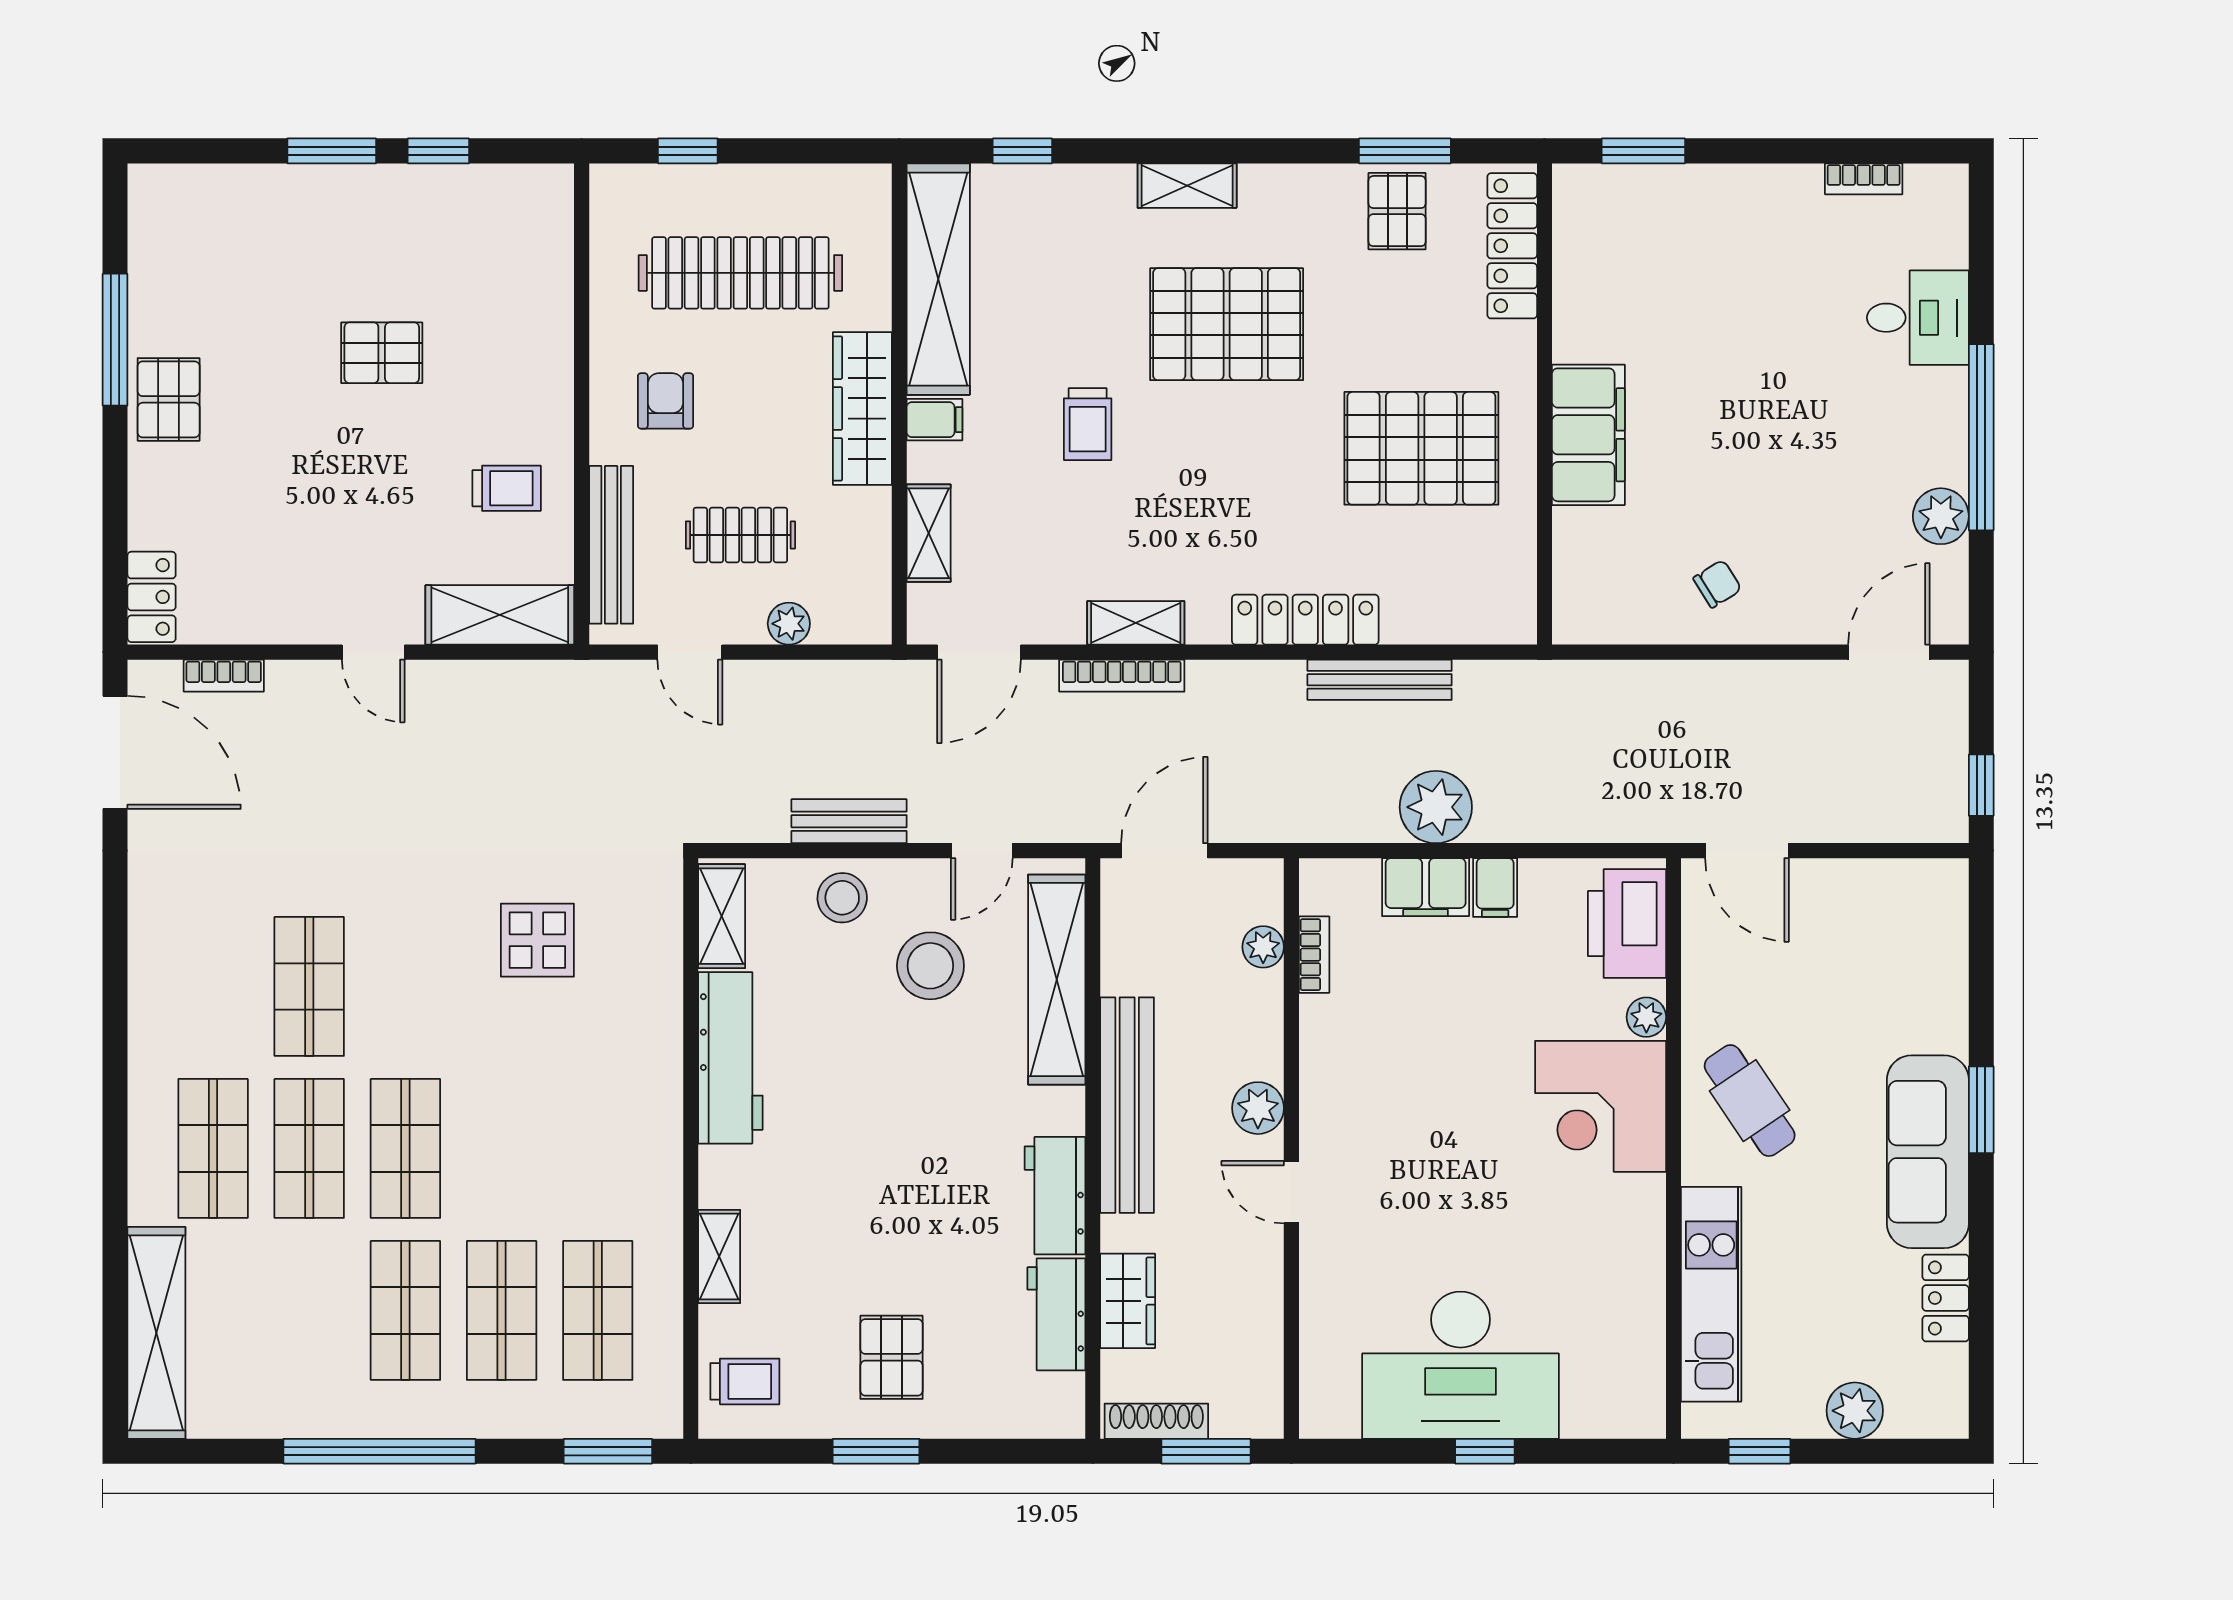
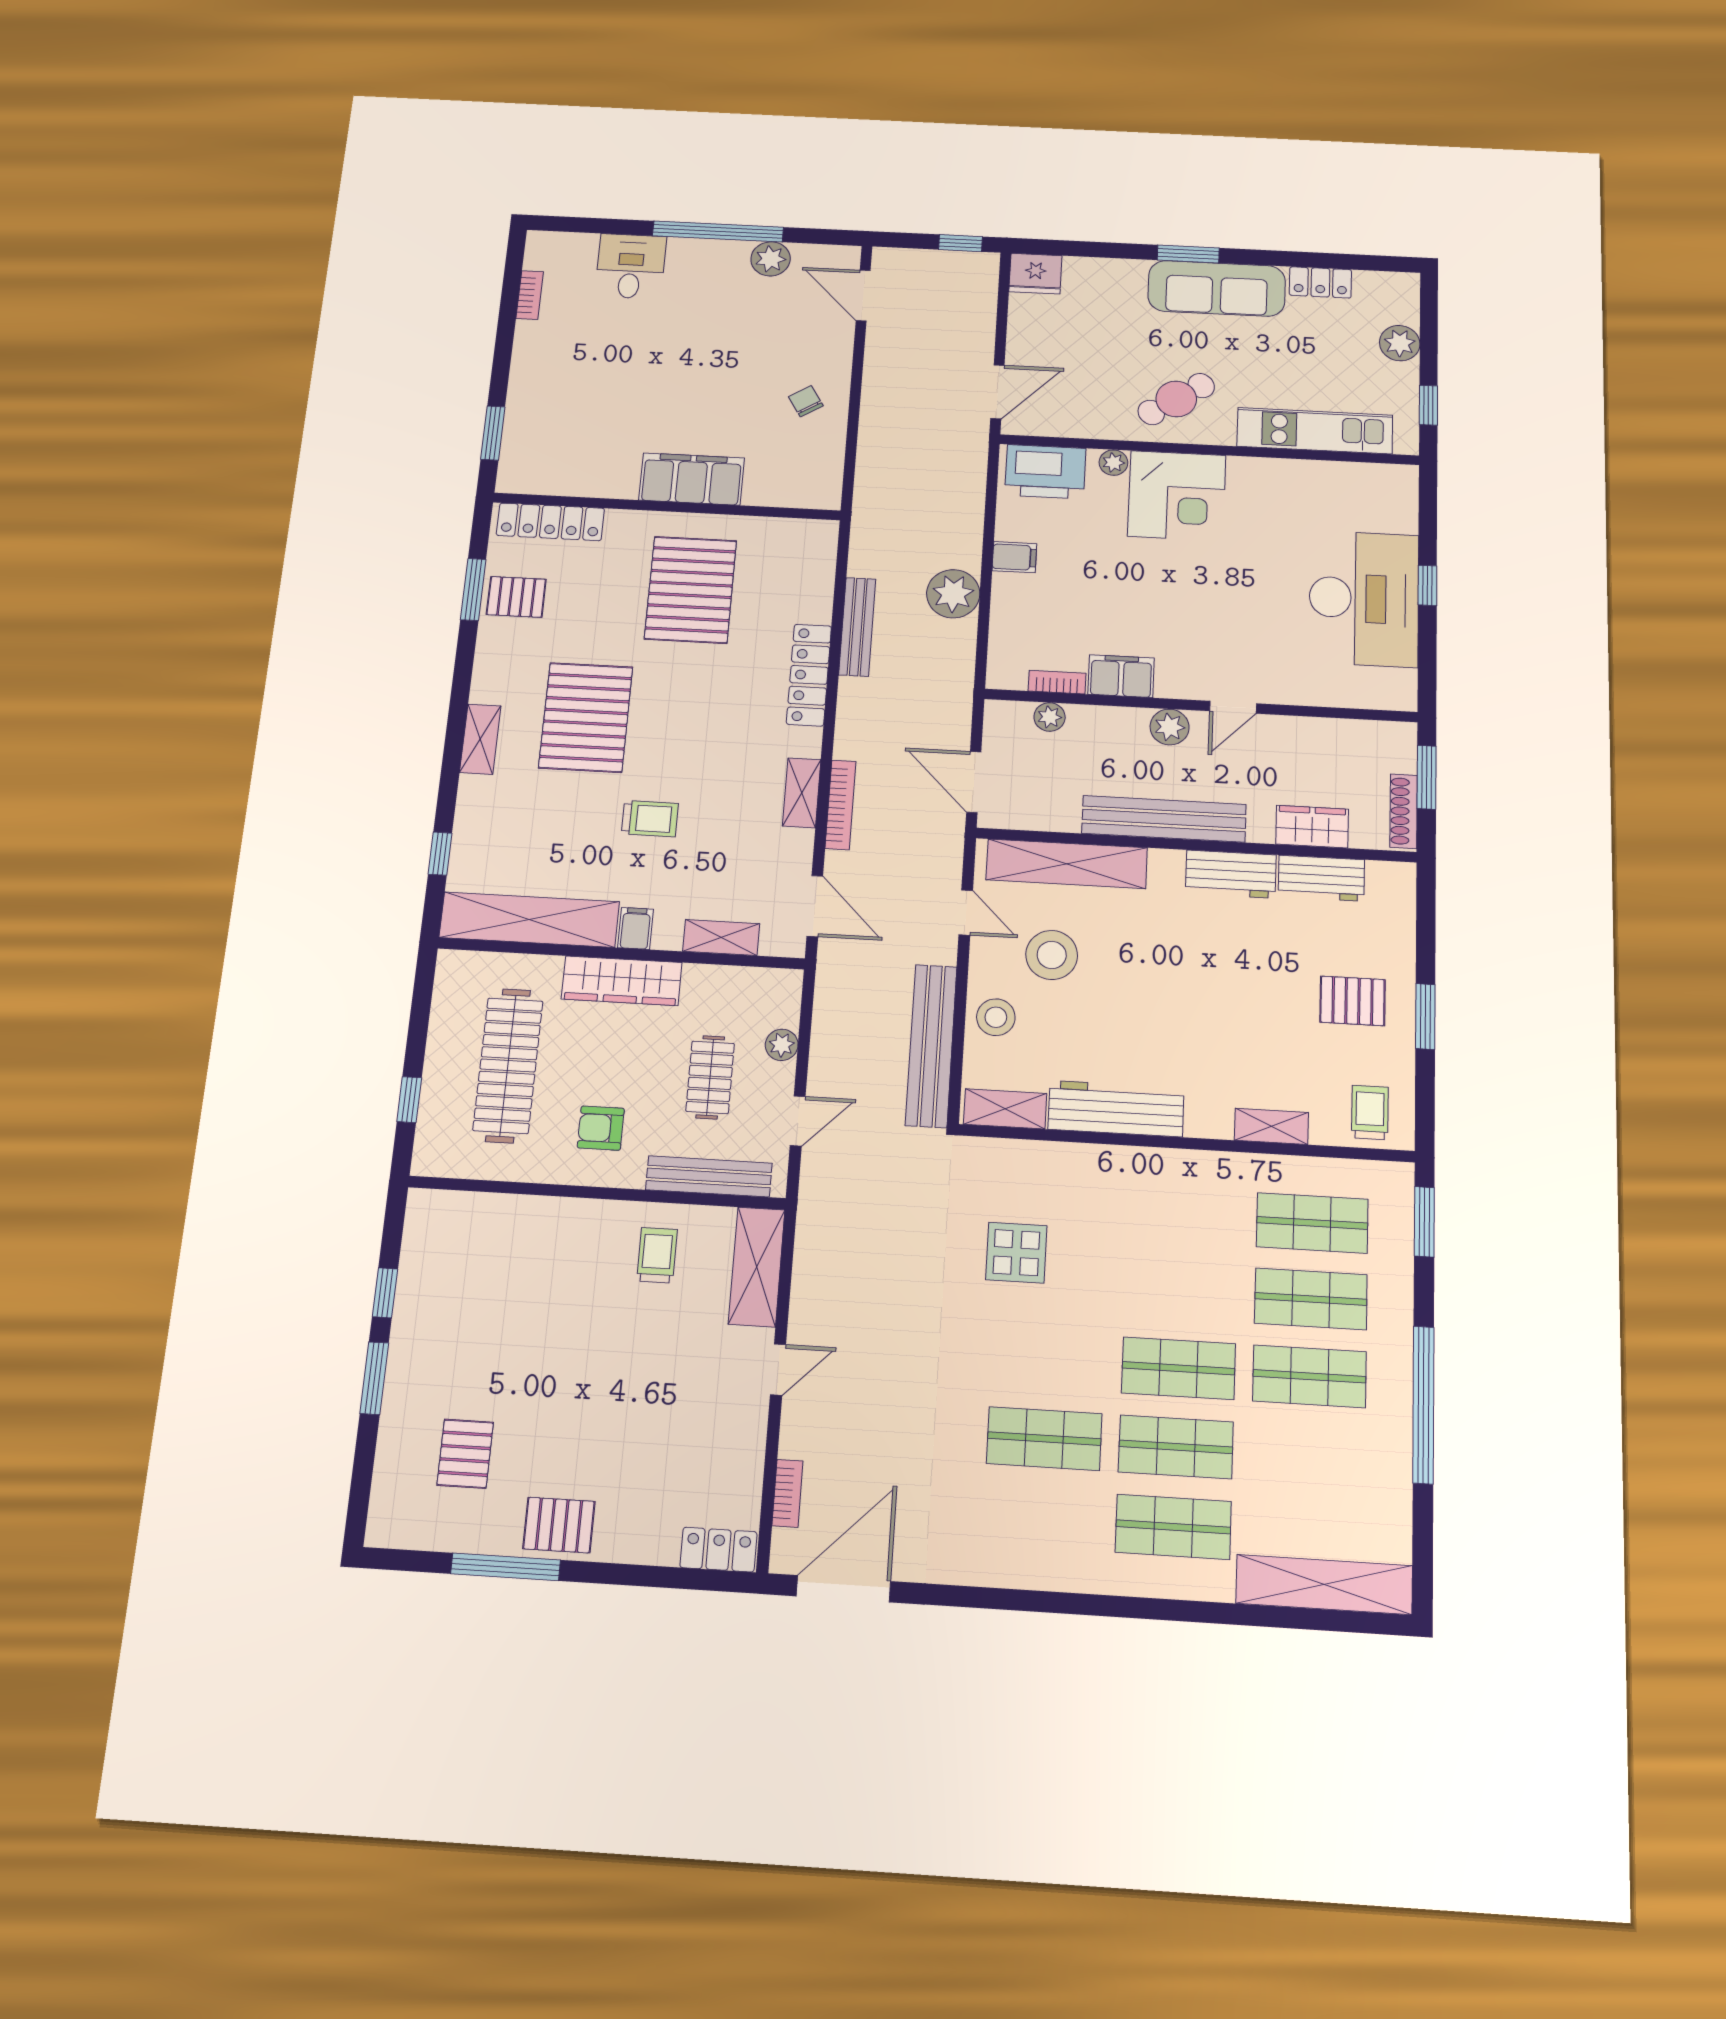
pallet: (382, 353) -> (465, 1454), moved
bench: (849, 821) -> (931, 1046), width x1.86, depth x1.21
filing cabinet: (1426, 887) -> (1121, 676), moved, turned -90
fridge: (1938, 894) -> (1035, 274), added

